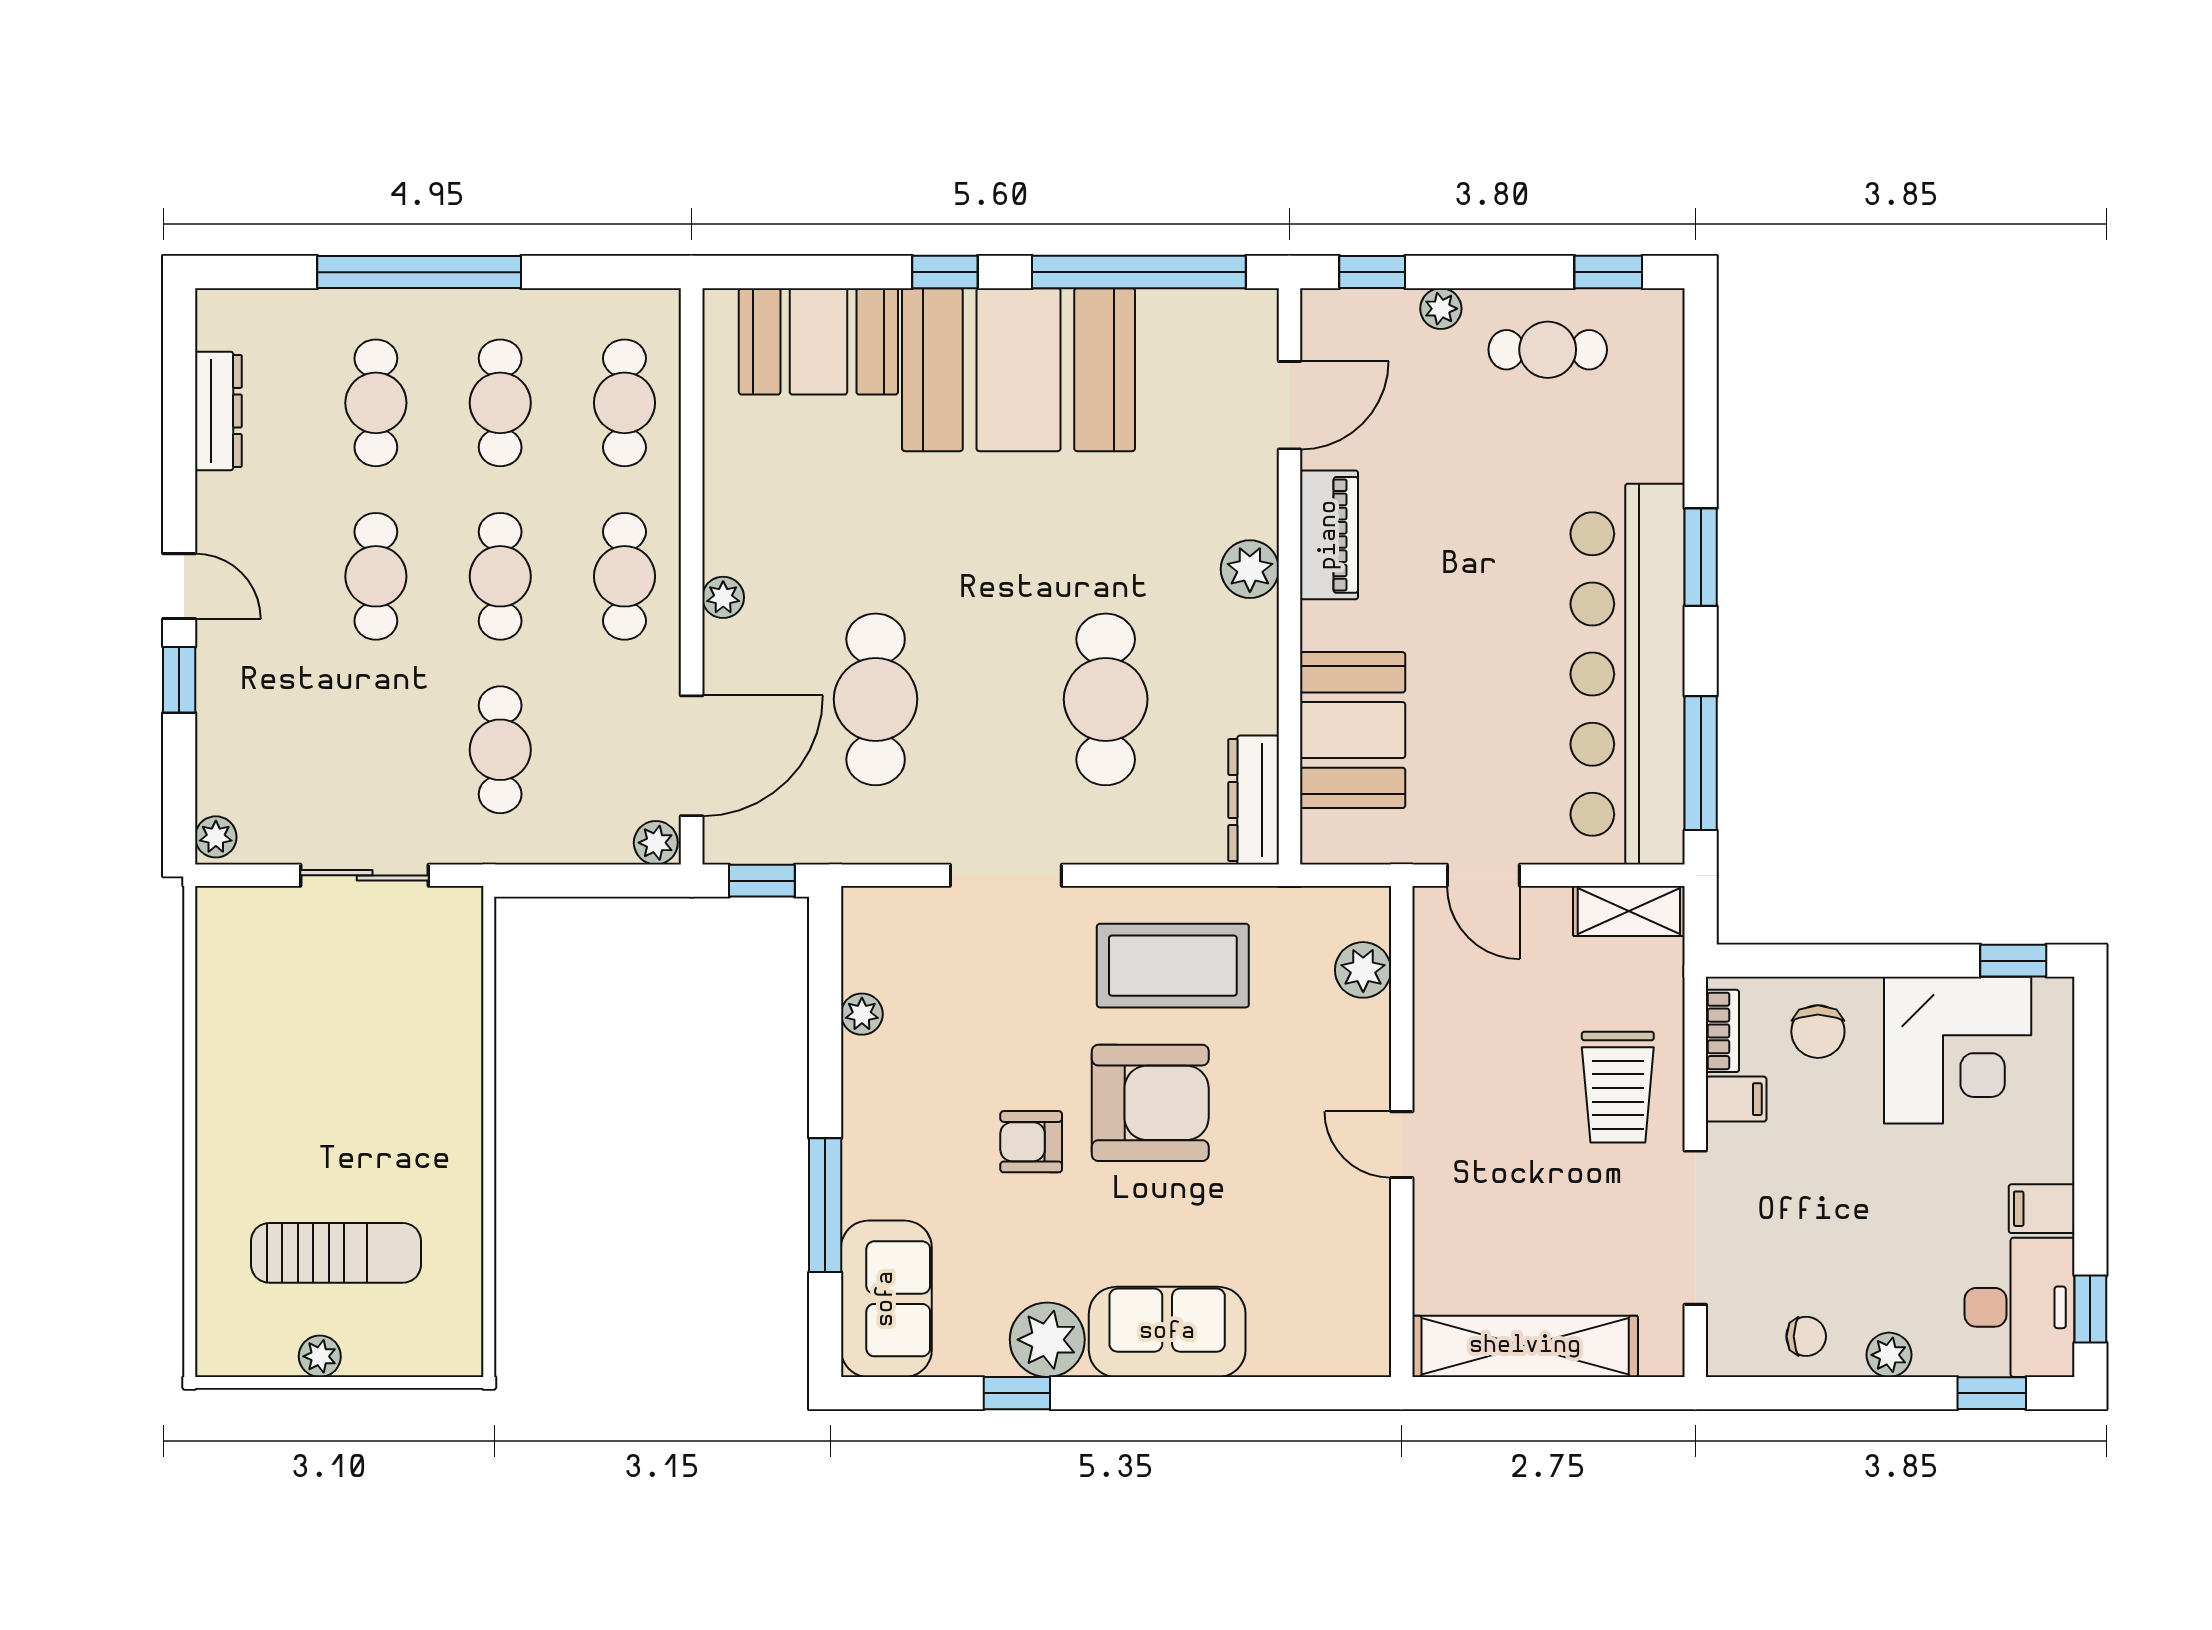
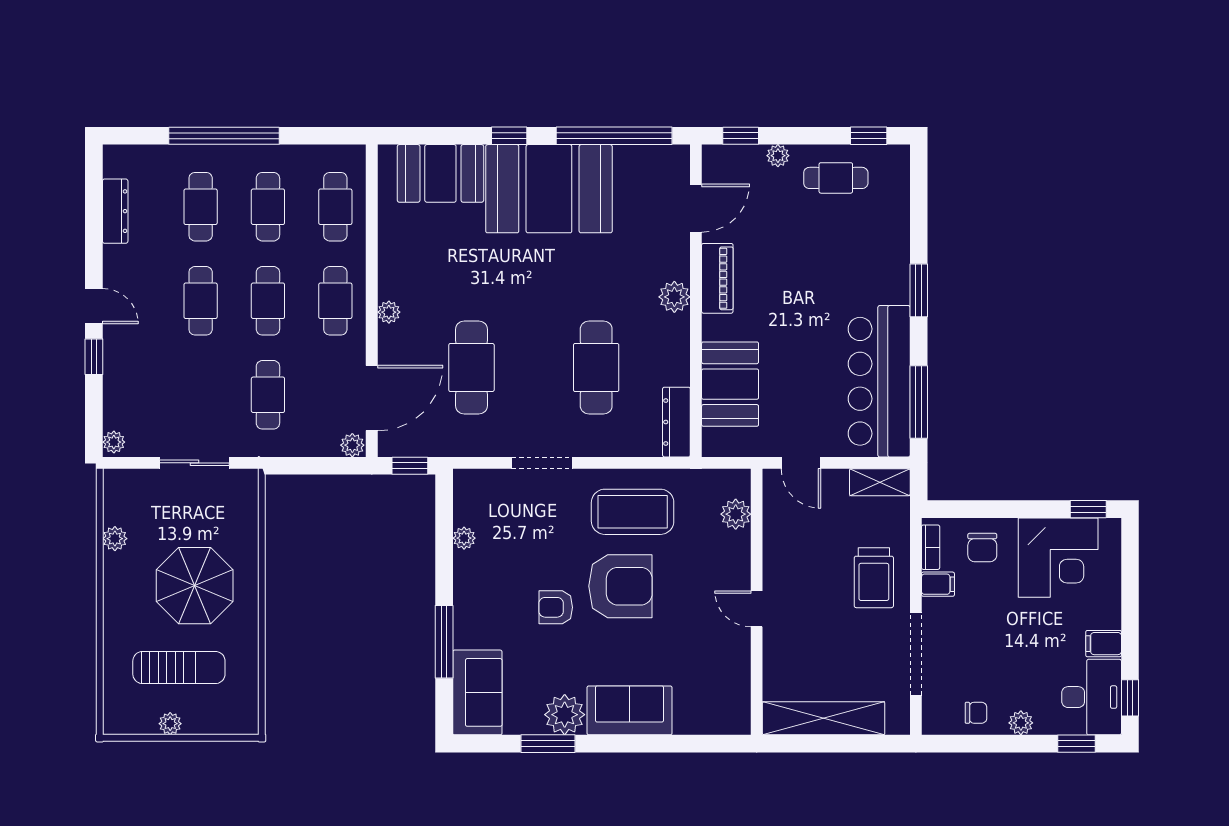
bar counter: (1628, 674) -> (879, 381), width x0.73
plant: (218, 1015) -> (115, 539), added
parasol: (365, 1102) -> (195, 586), added
window: (1017, 1393) -> (548, 744), width x1.50

